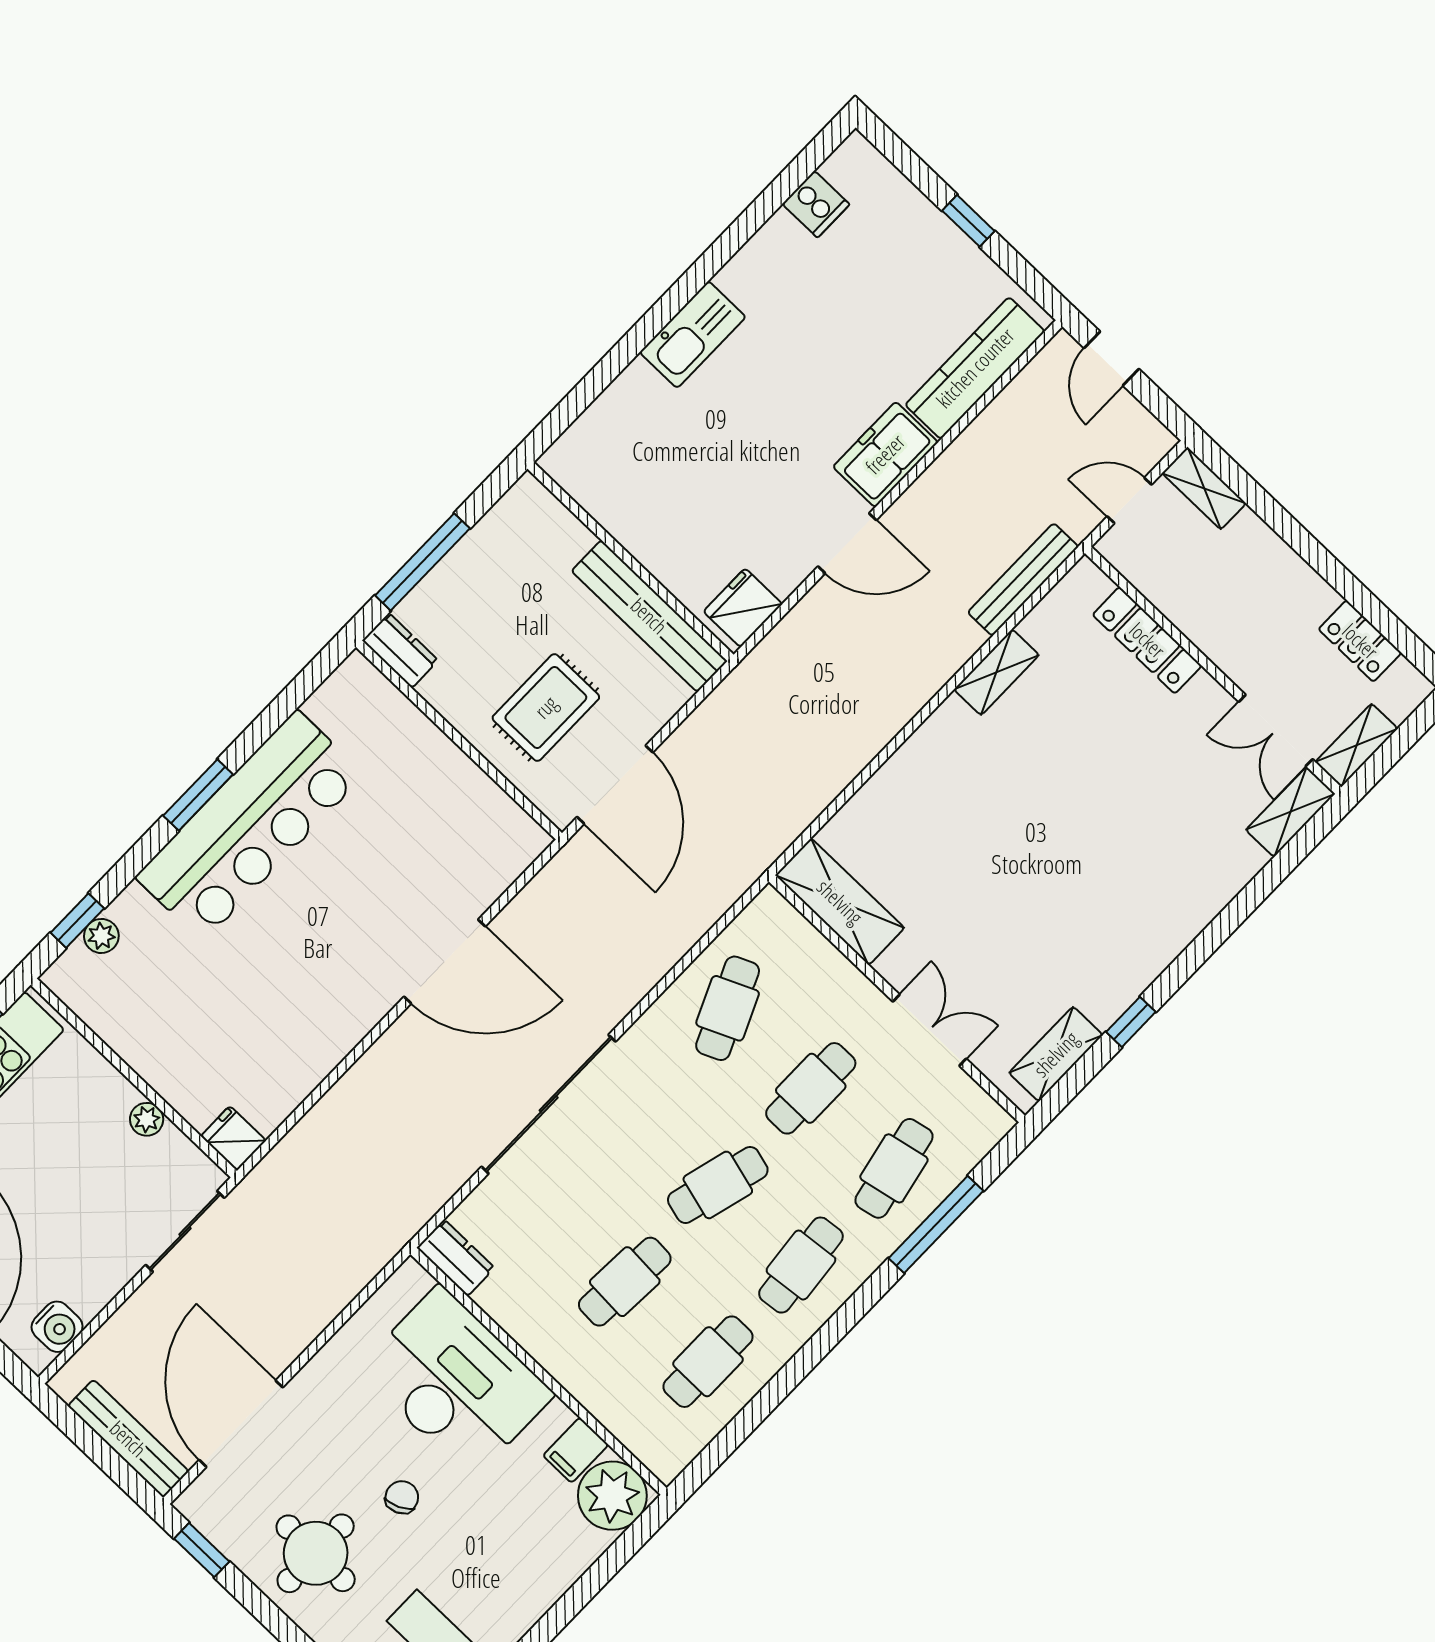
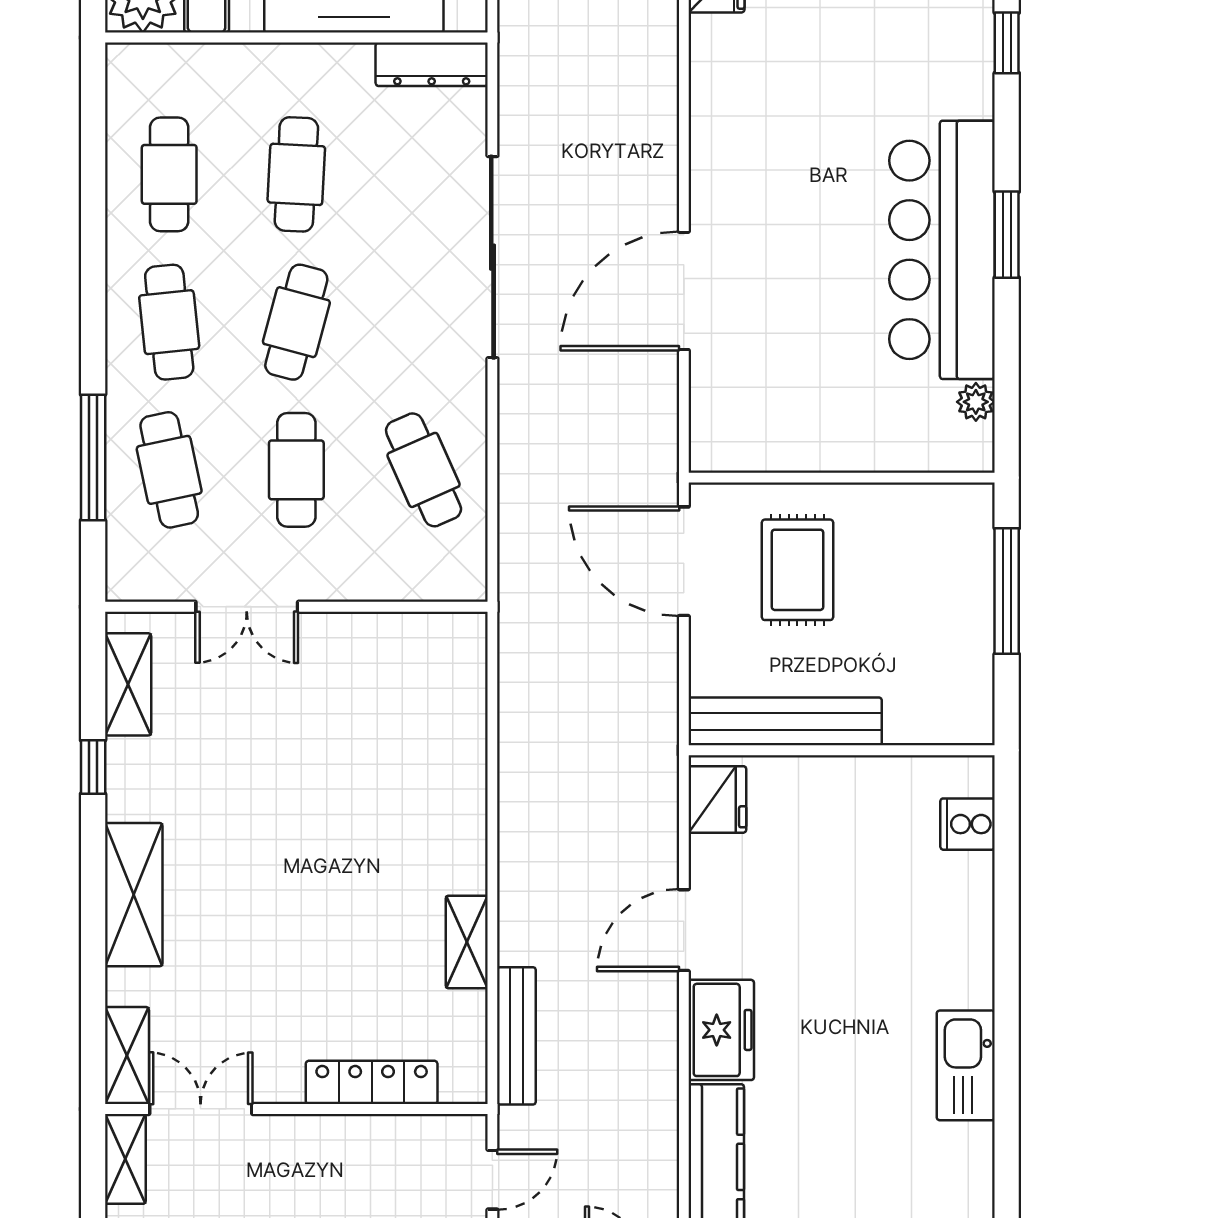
cooker: (816, 204) -> (968, 824), moved
kitchen sink: (693, 335) -> (966, 1065), moved
dresser: (400, 650) -> (957, 504), removed
shelving: (840, 902) -> (134, 895), moved, turned 90
plant: (101, 936) -> (976, 402), moved
dresser: (456, 1258) -> (432, 64), width x1.44

